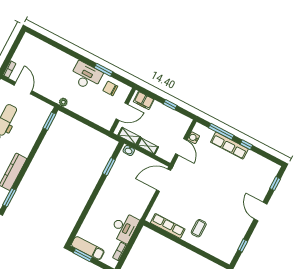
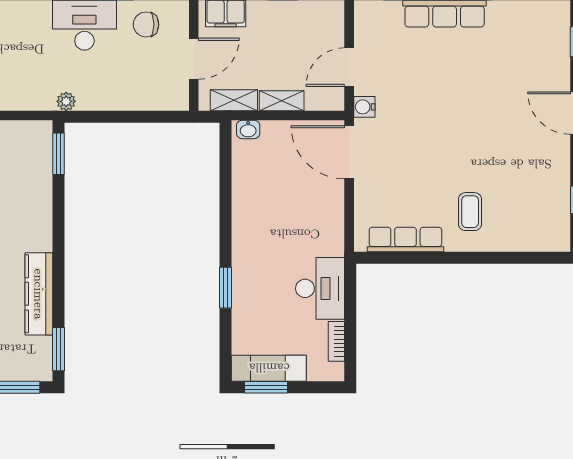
water cooler: (193, 138) -> (364, 107), moved
door: (181, 147) -> (349, 67), swing flipped
window: (109, 167) -> (226, 288), moved
door: (164, 180) -> (349, 152), hinge flipped

